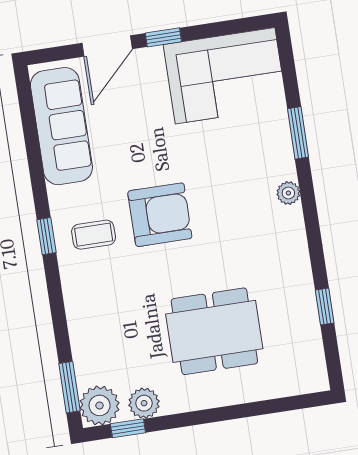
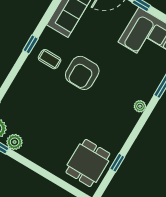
armchair: (160, 215) -> (82, 73), turned 90
dining table: (214, 331) -> (88, 163), moved, width x0.73

